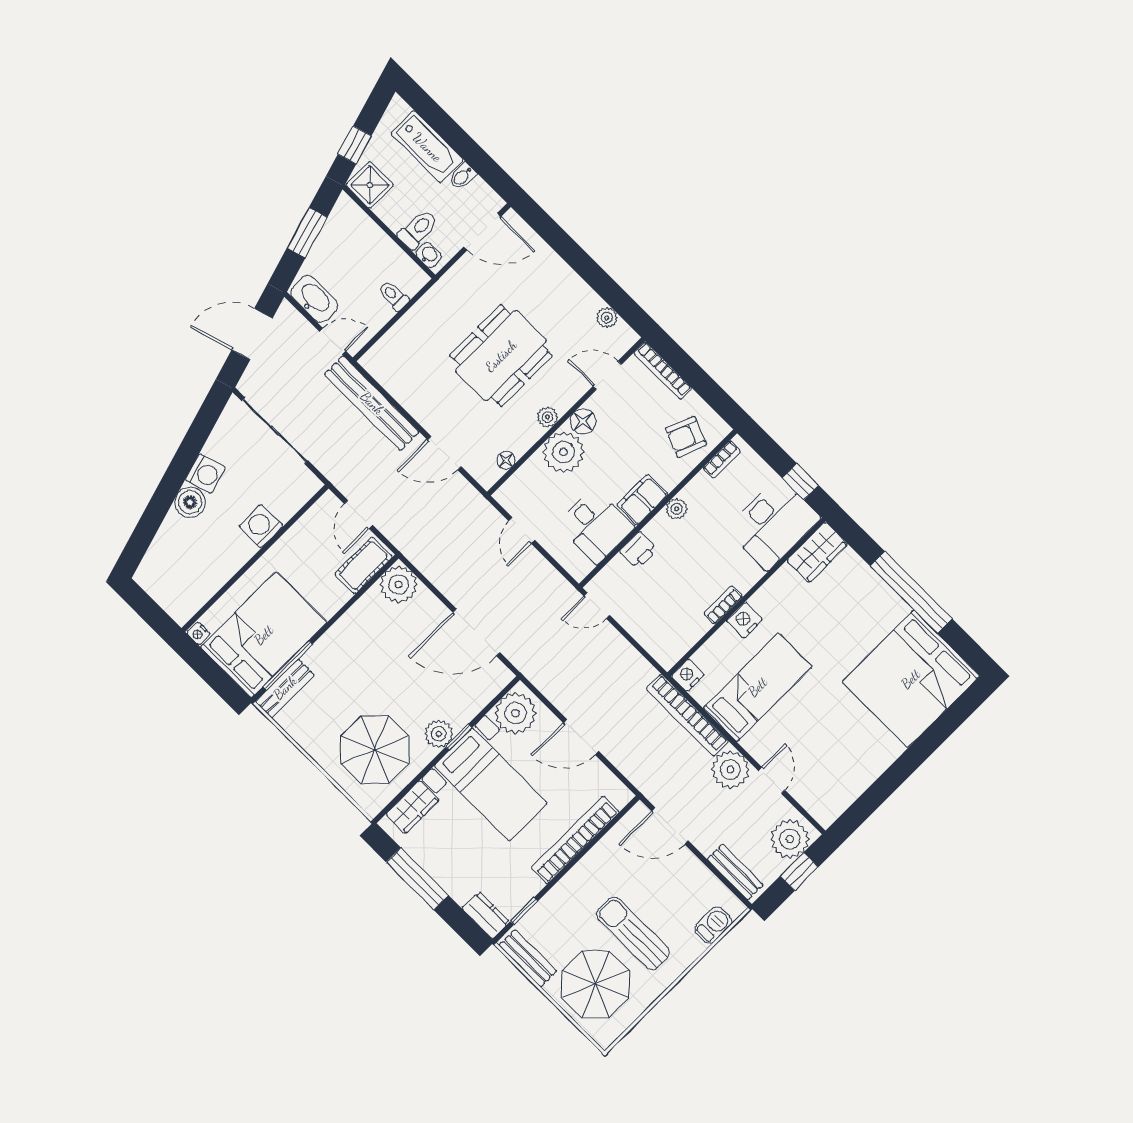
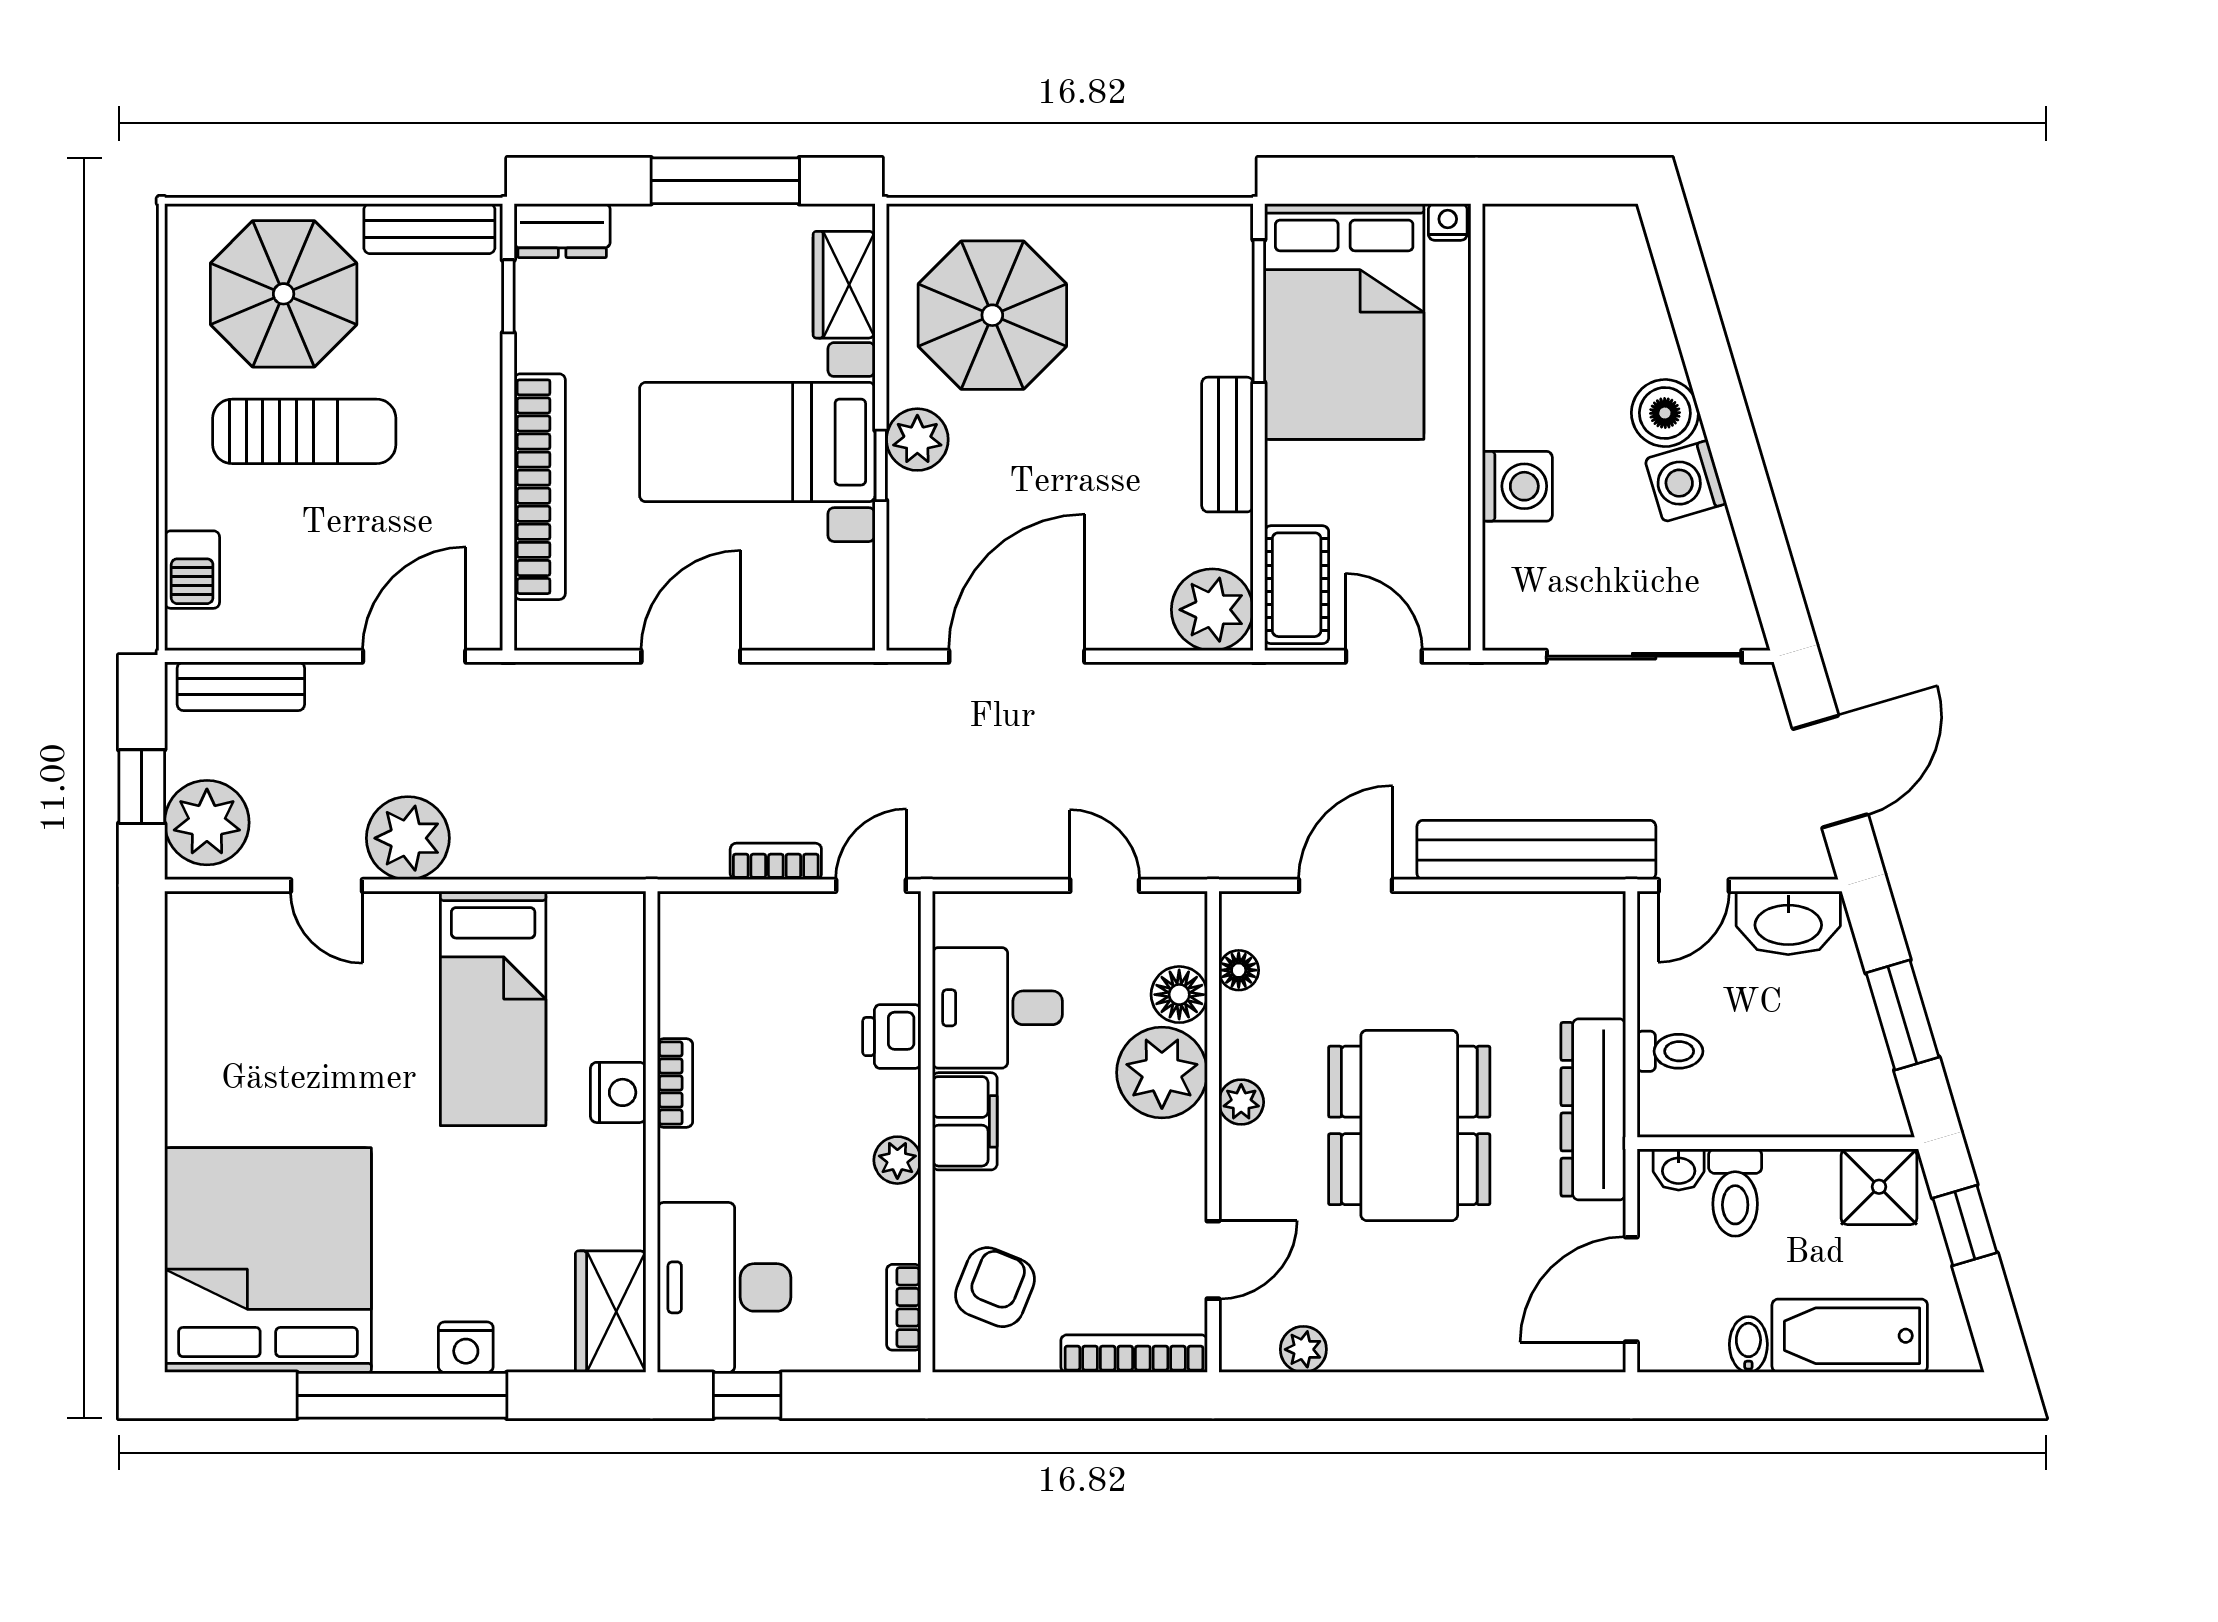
dresser: (437, 302) -> (1593, 1109), added
floor lamp: (583, 421) -> (1179, 995), moved
nightstand: (688, 675) -> (466, 1347), moved, turned 90
bench: (285, 688) -> (1227, 445), moved
plant: (516, 713) -> (830, 591), removed
bookcase: (687, 715) -> (776, 861), moved, width x0.43, depth x0.76

